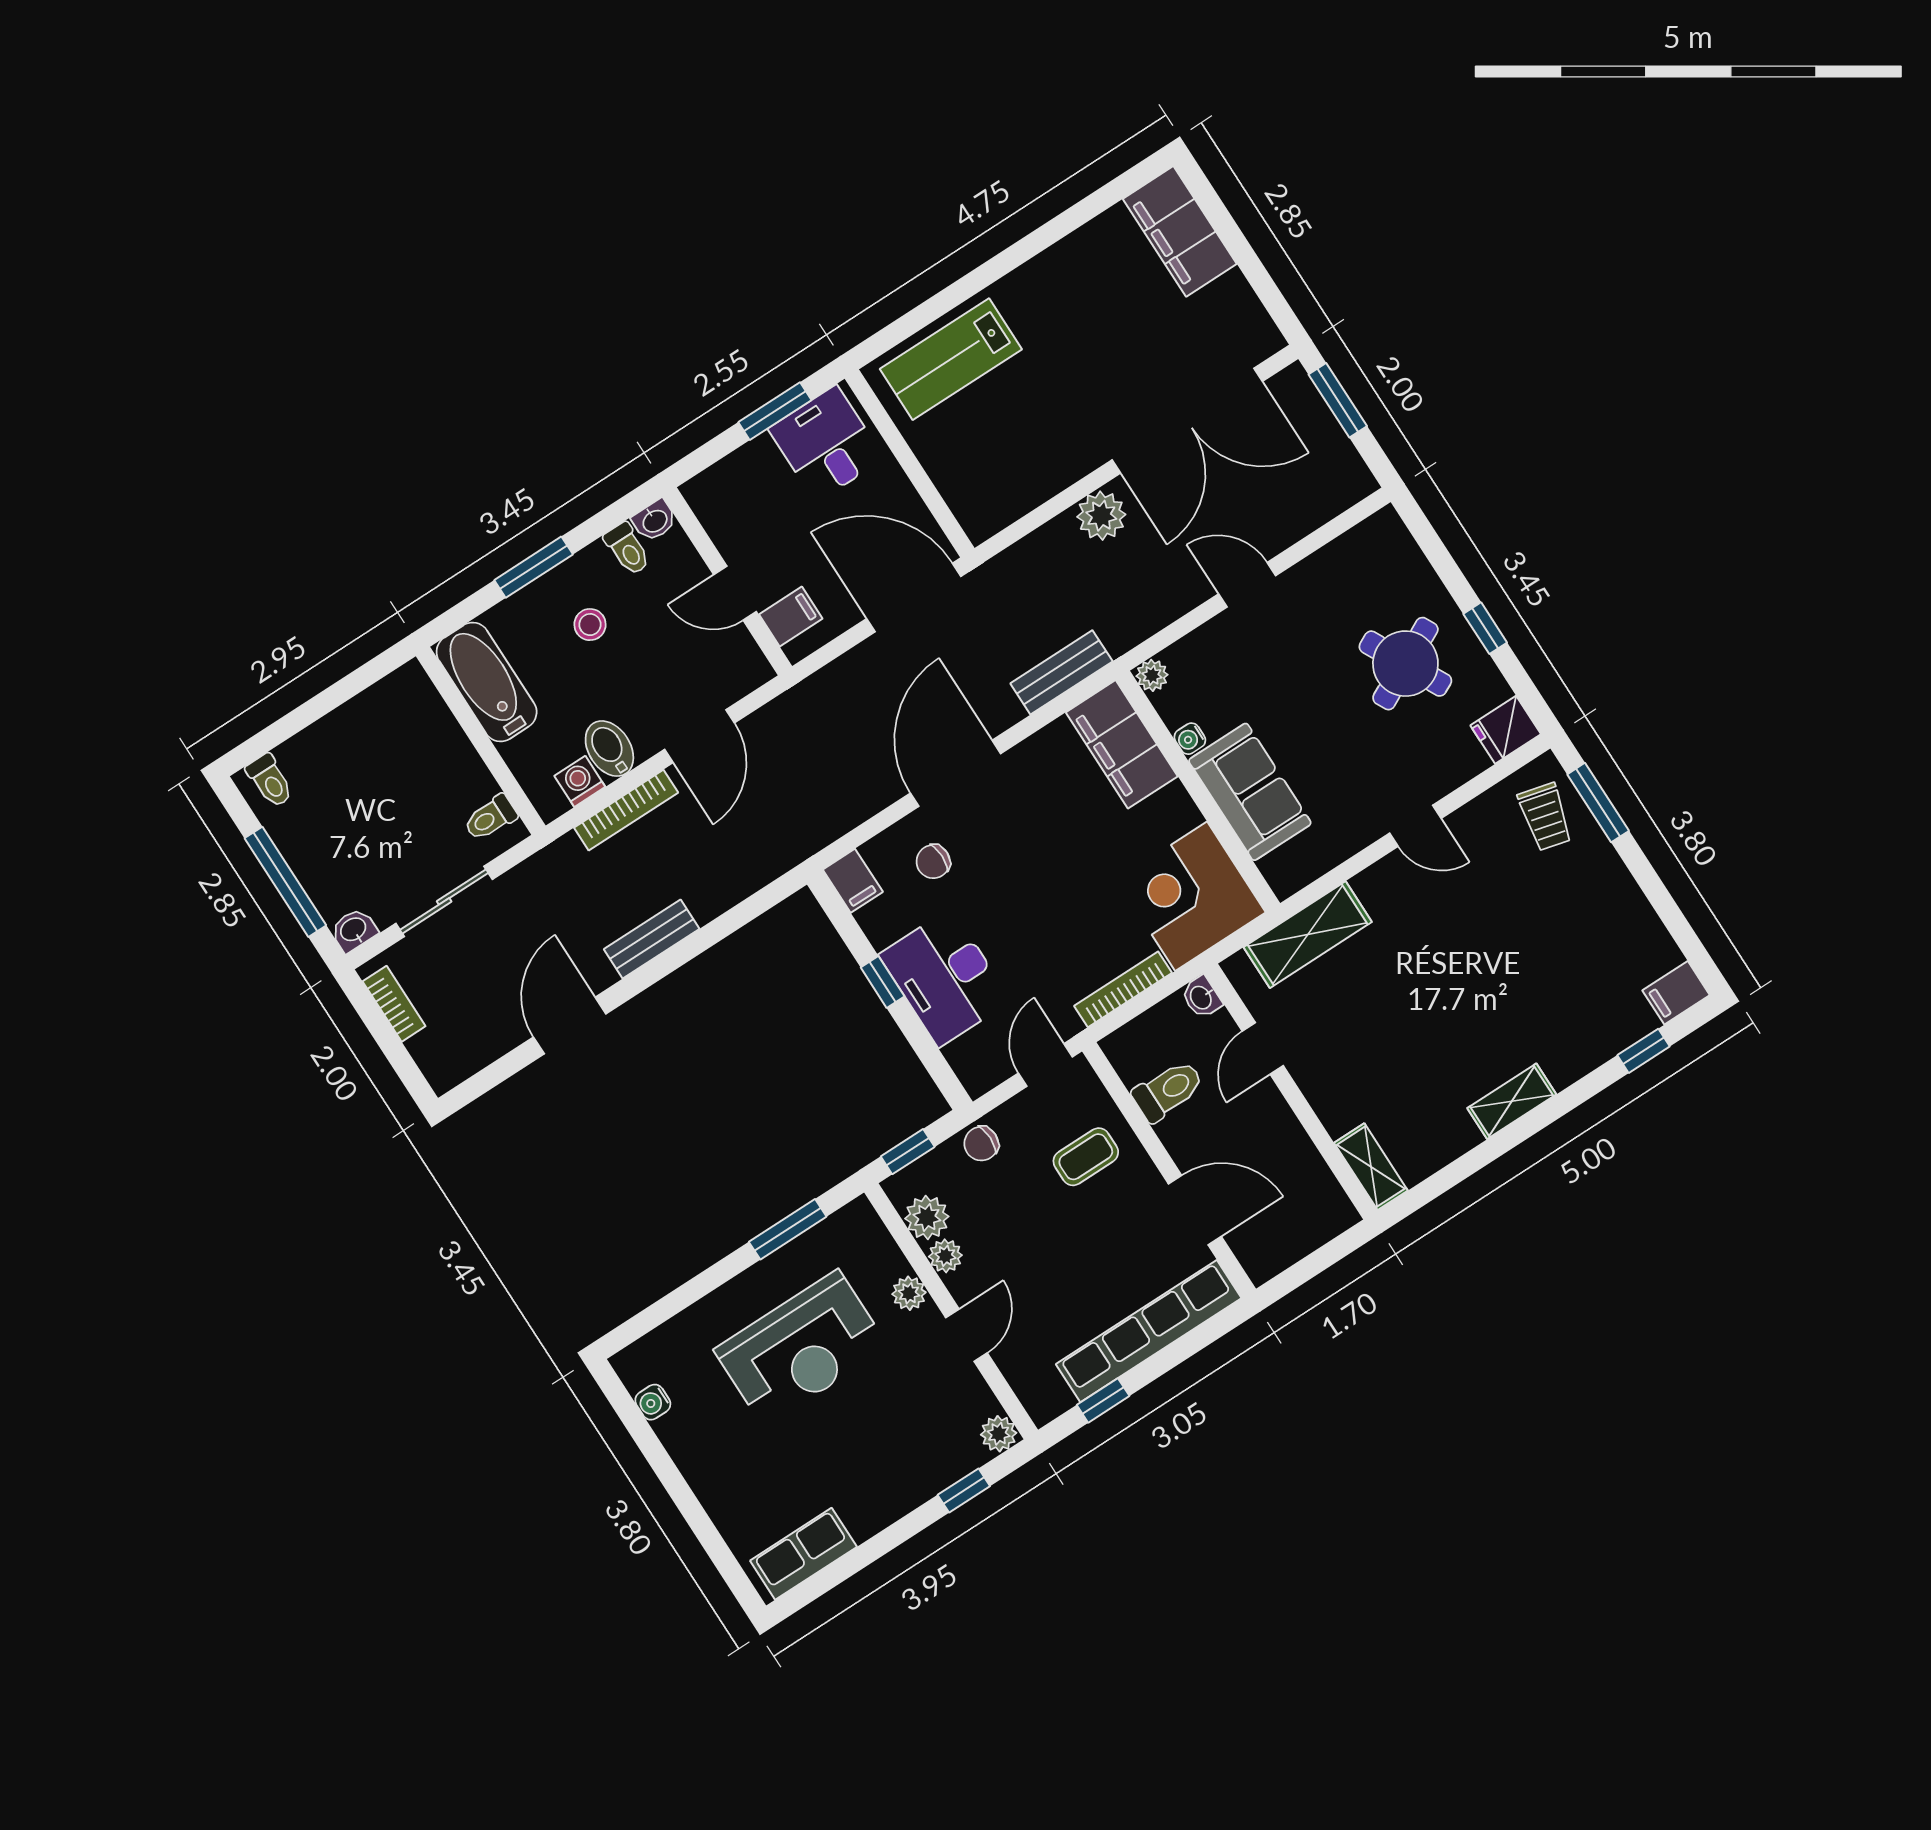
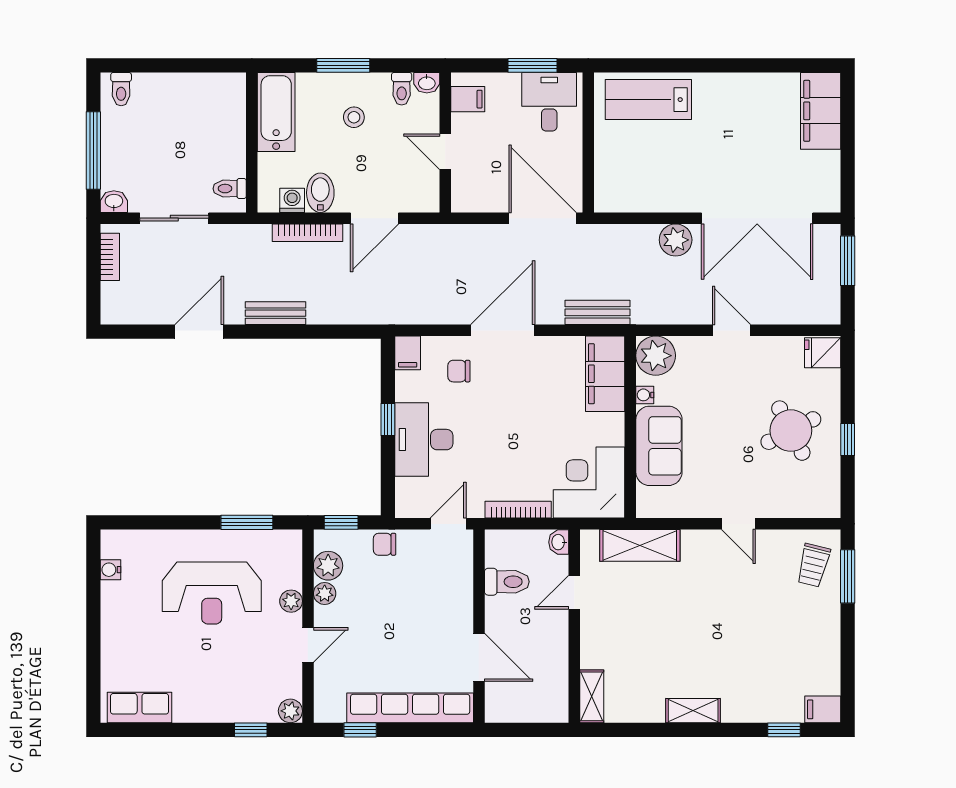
filing cabinet: (791, 617) -> (468, 99), moved
plant: (1152, 675) -> (656, 356), width x1.88, depth x1.88
fridge: (1506, 730) -> (823, 353), moved
coffee table: (1086, 1157) -> (438, 589), removed

